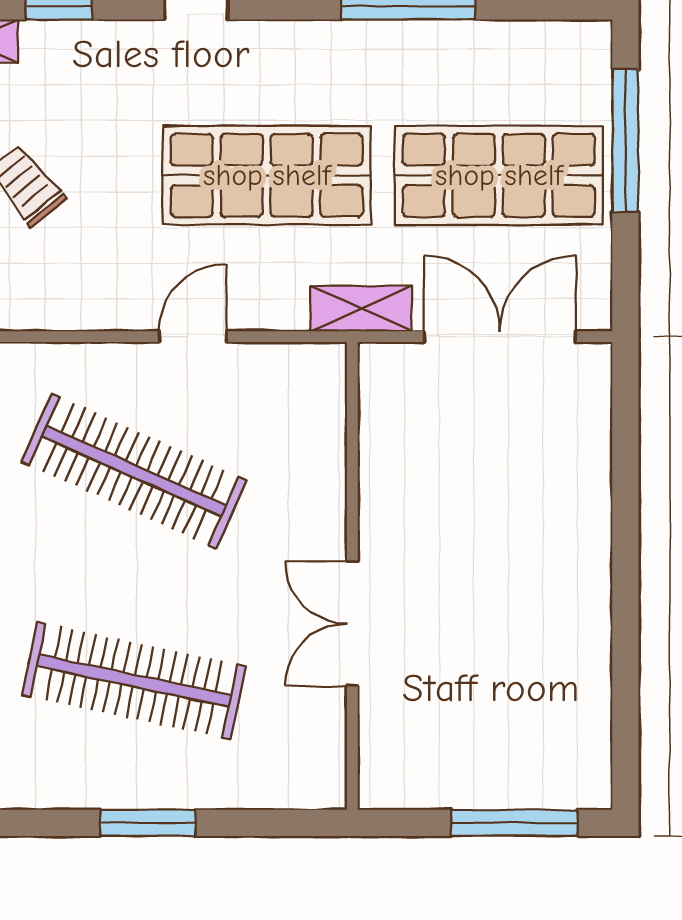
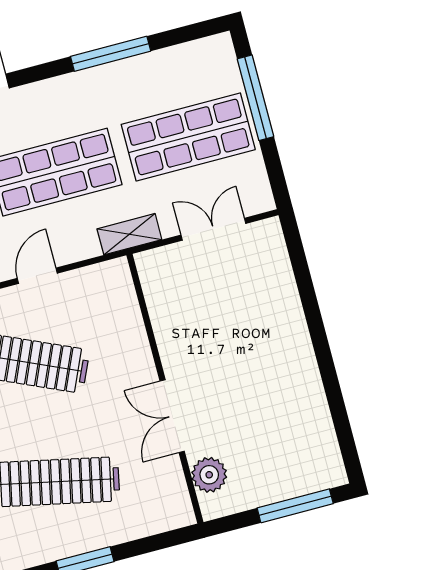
double door: (500, 337) -> (213, 229), width x0.73
plant: (387, 735) -> (209, 475), added

